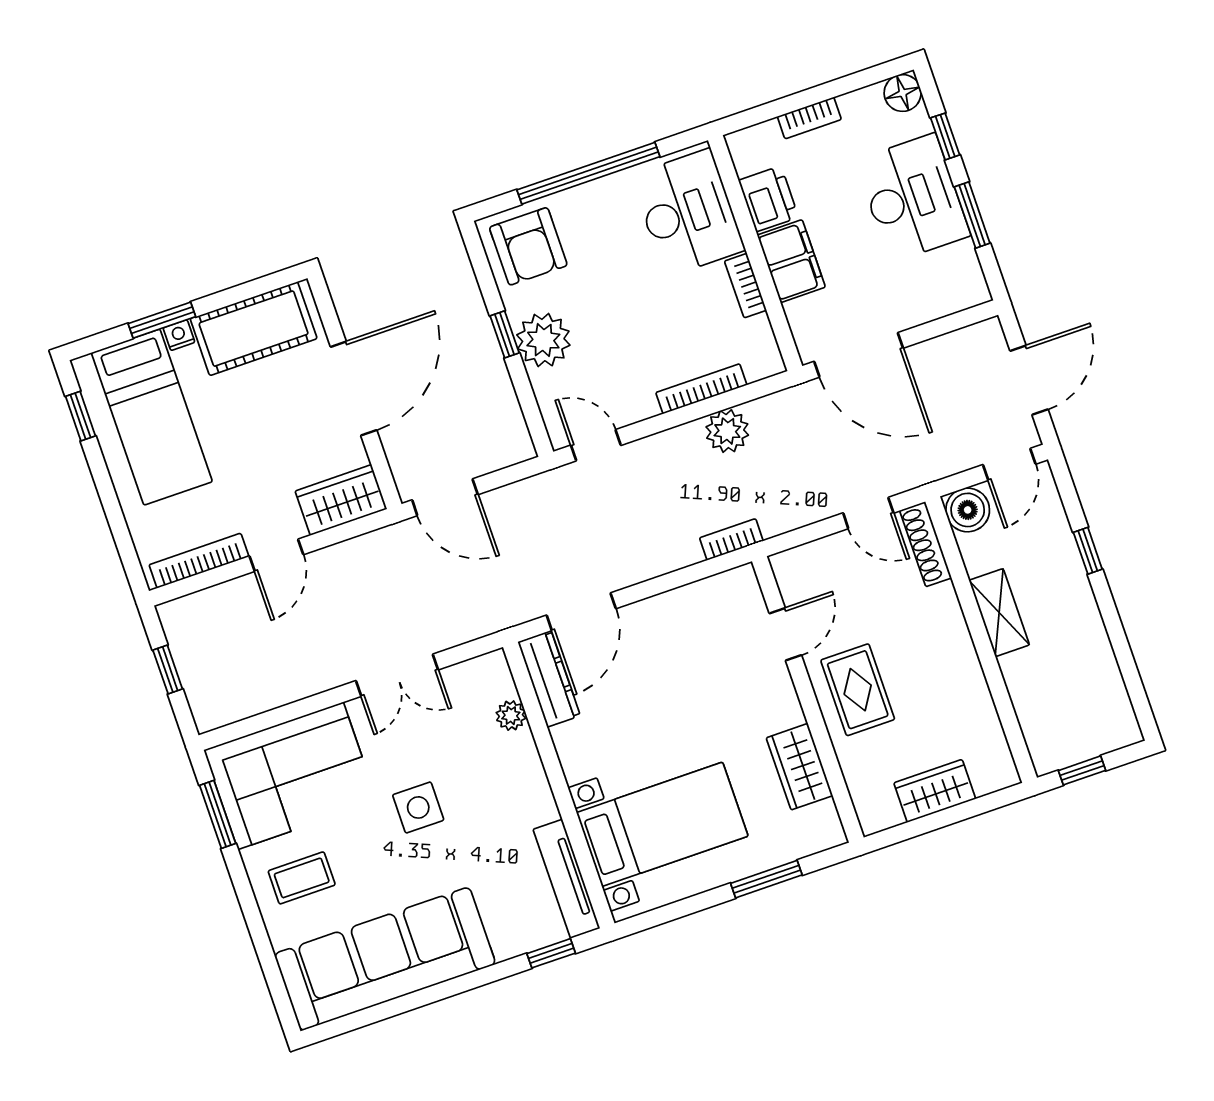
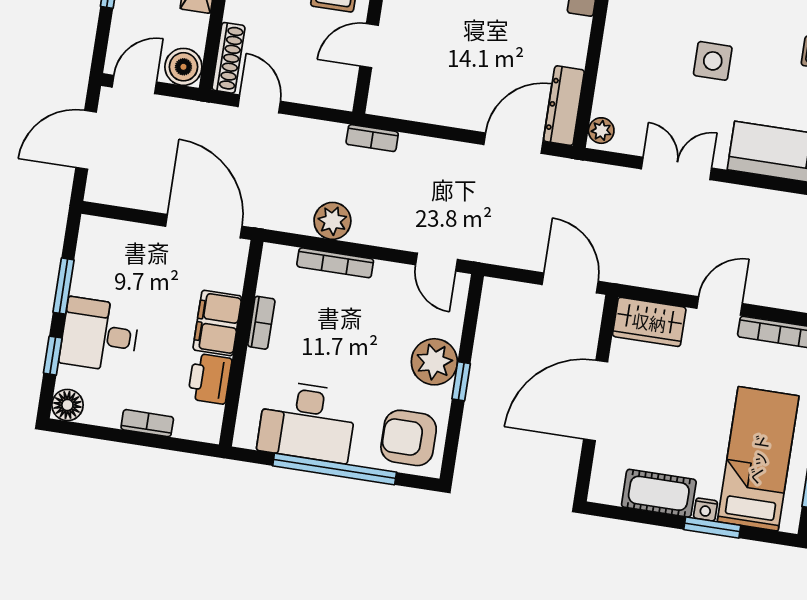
desk: (913, 198) -> (99, 335), width x0.73
desk: (688, 213) -> (307, 421), moved, turned -90
armchair: (528, 246) -> (409, 438), turned -90
cot: (254, 329) -> (659, 493), width x0.73, depth x0.75
plant: (511, 716) -> (601, 131), moved

